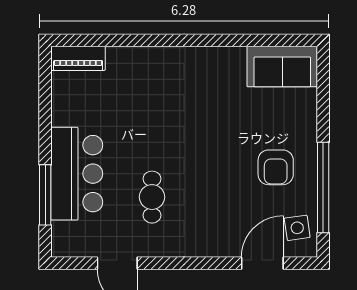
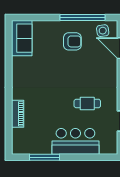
piano: (78, 58) -> (18, 114), moved
window: (45, 195) -> (44, 157), moved

